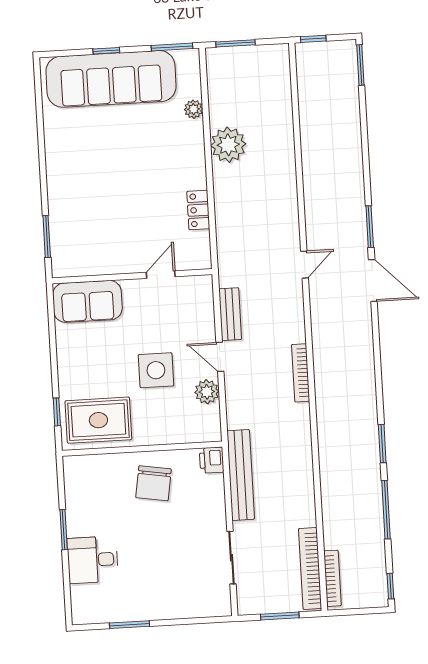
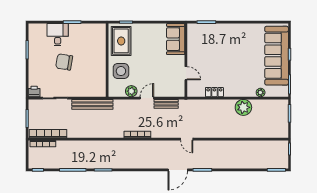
side table: (156, 370) -> (121, 71), moved
printer: (212, 460) -> (34, 91), moved
chair: (153, 483) -> (64, 62), moved

